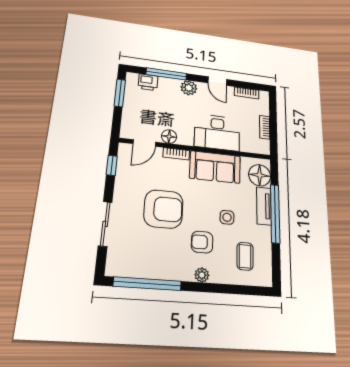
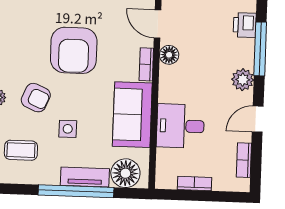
desk: (217, 132) -> (180, 126), width x0.73
armchair: (202, 242) -> (36, 98), turned 113

